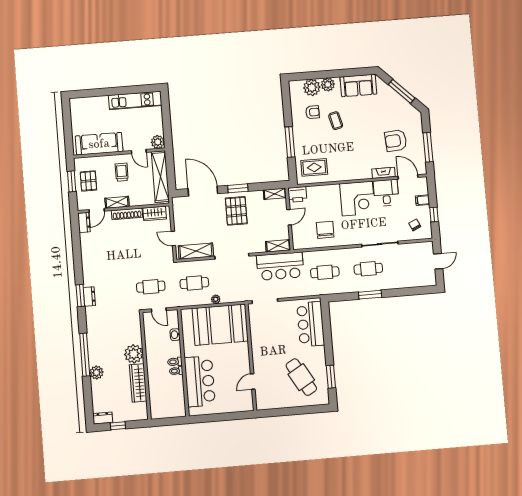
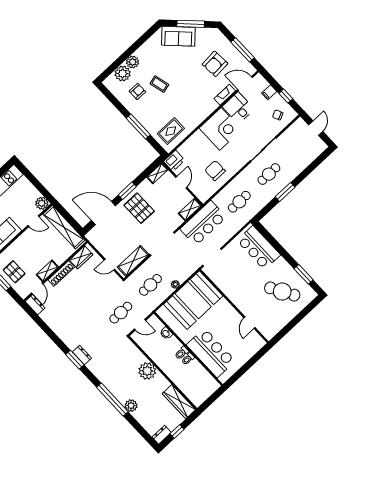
sofa: (358, 85) -> (178, 36), moved, turned 45
trolley: (122, 172) -> (33, 246), removed
wardrobe: (138, 383) -> (179, 402), moved

